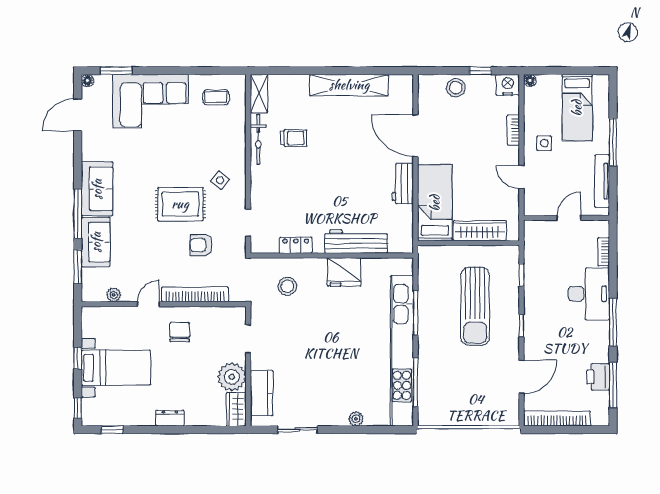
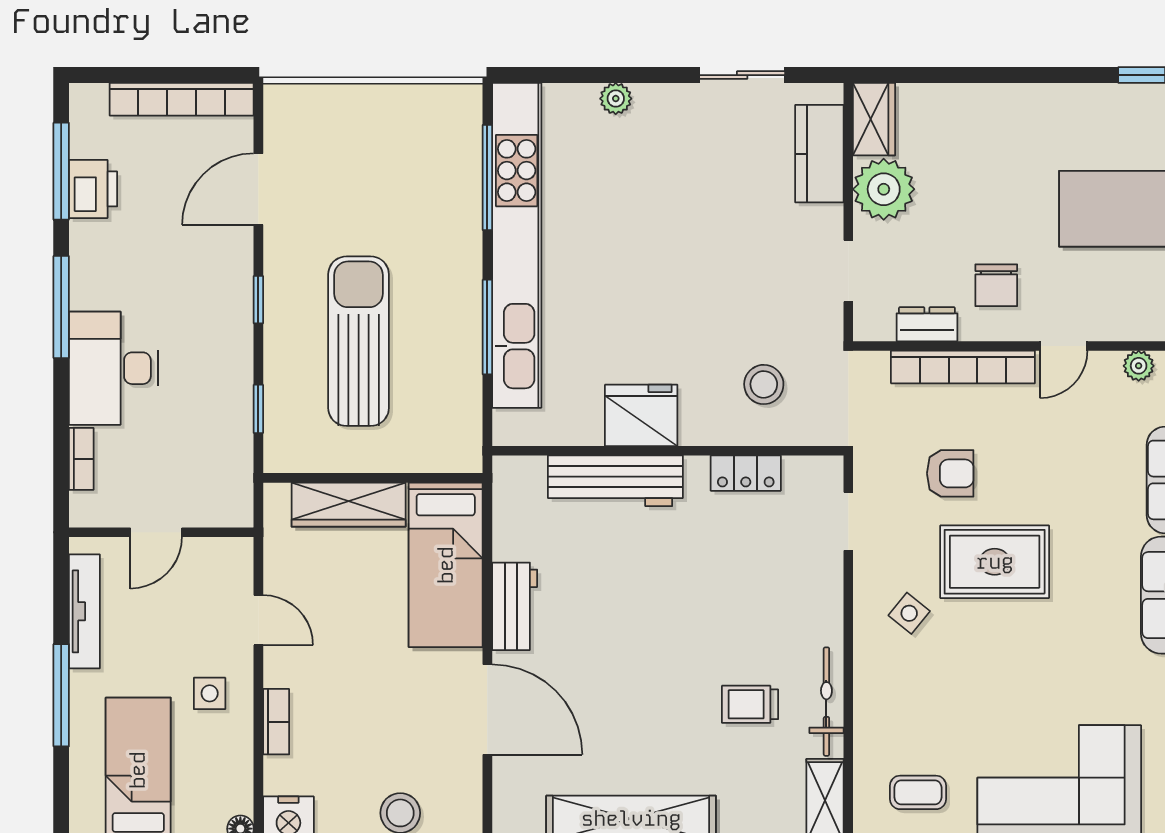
dresser: (170, 418) -> (927, 324), moved, turned 180

